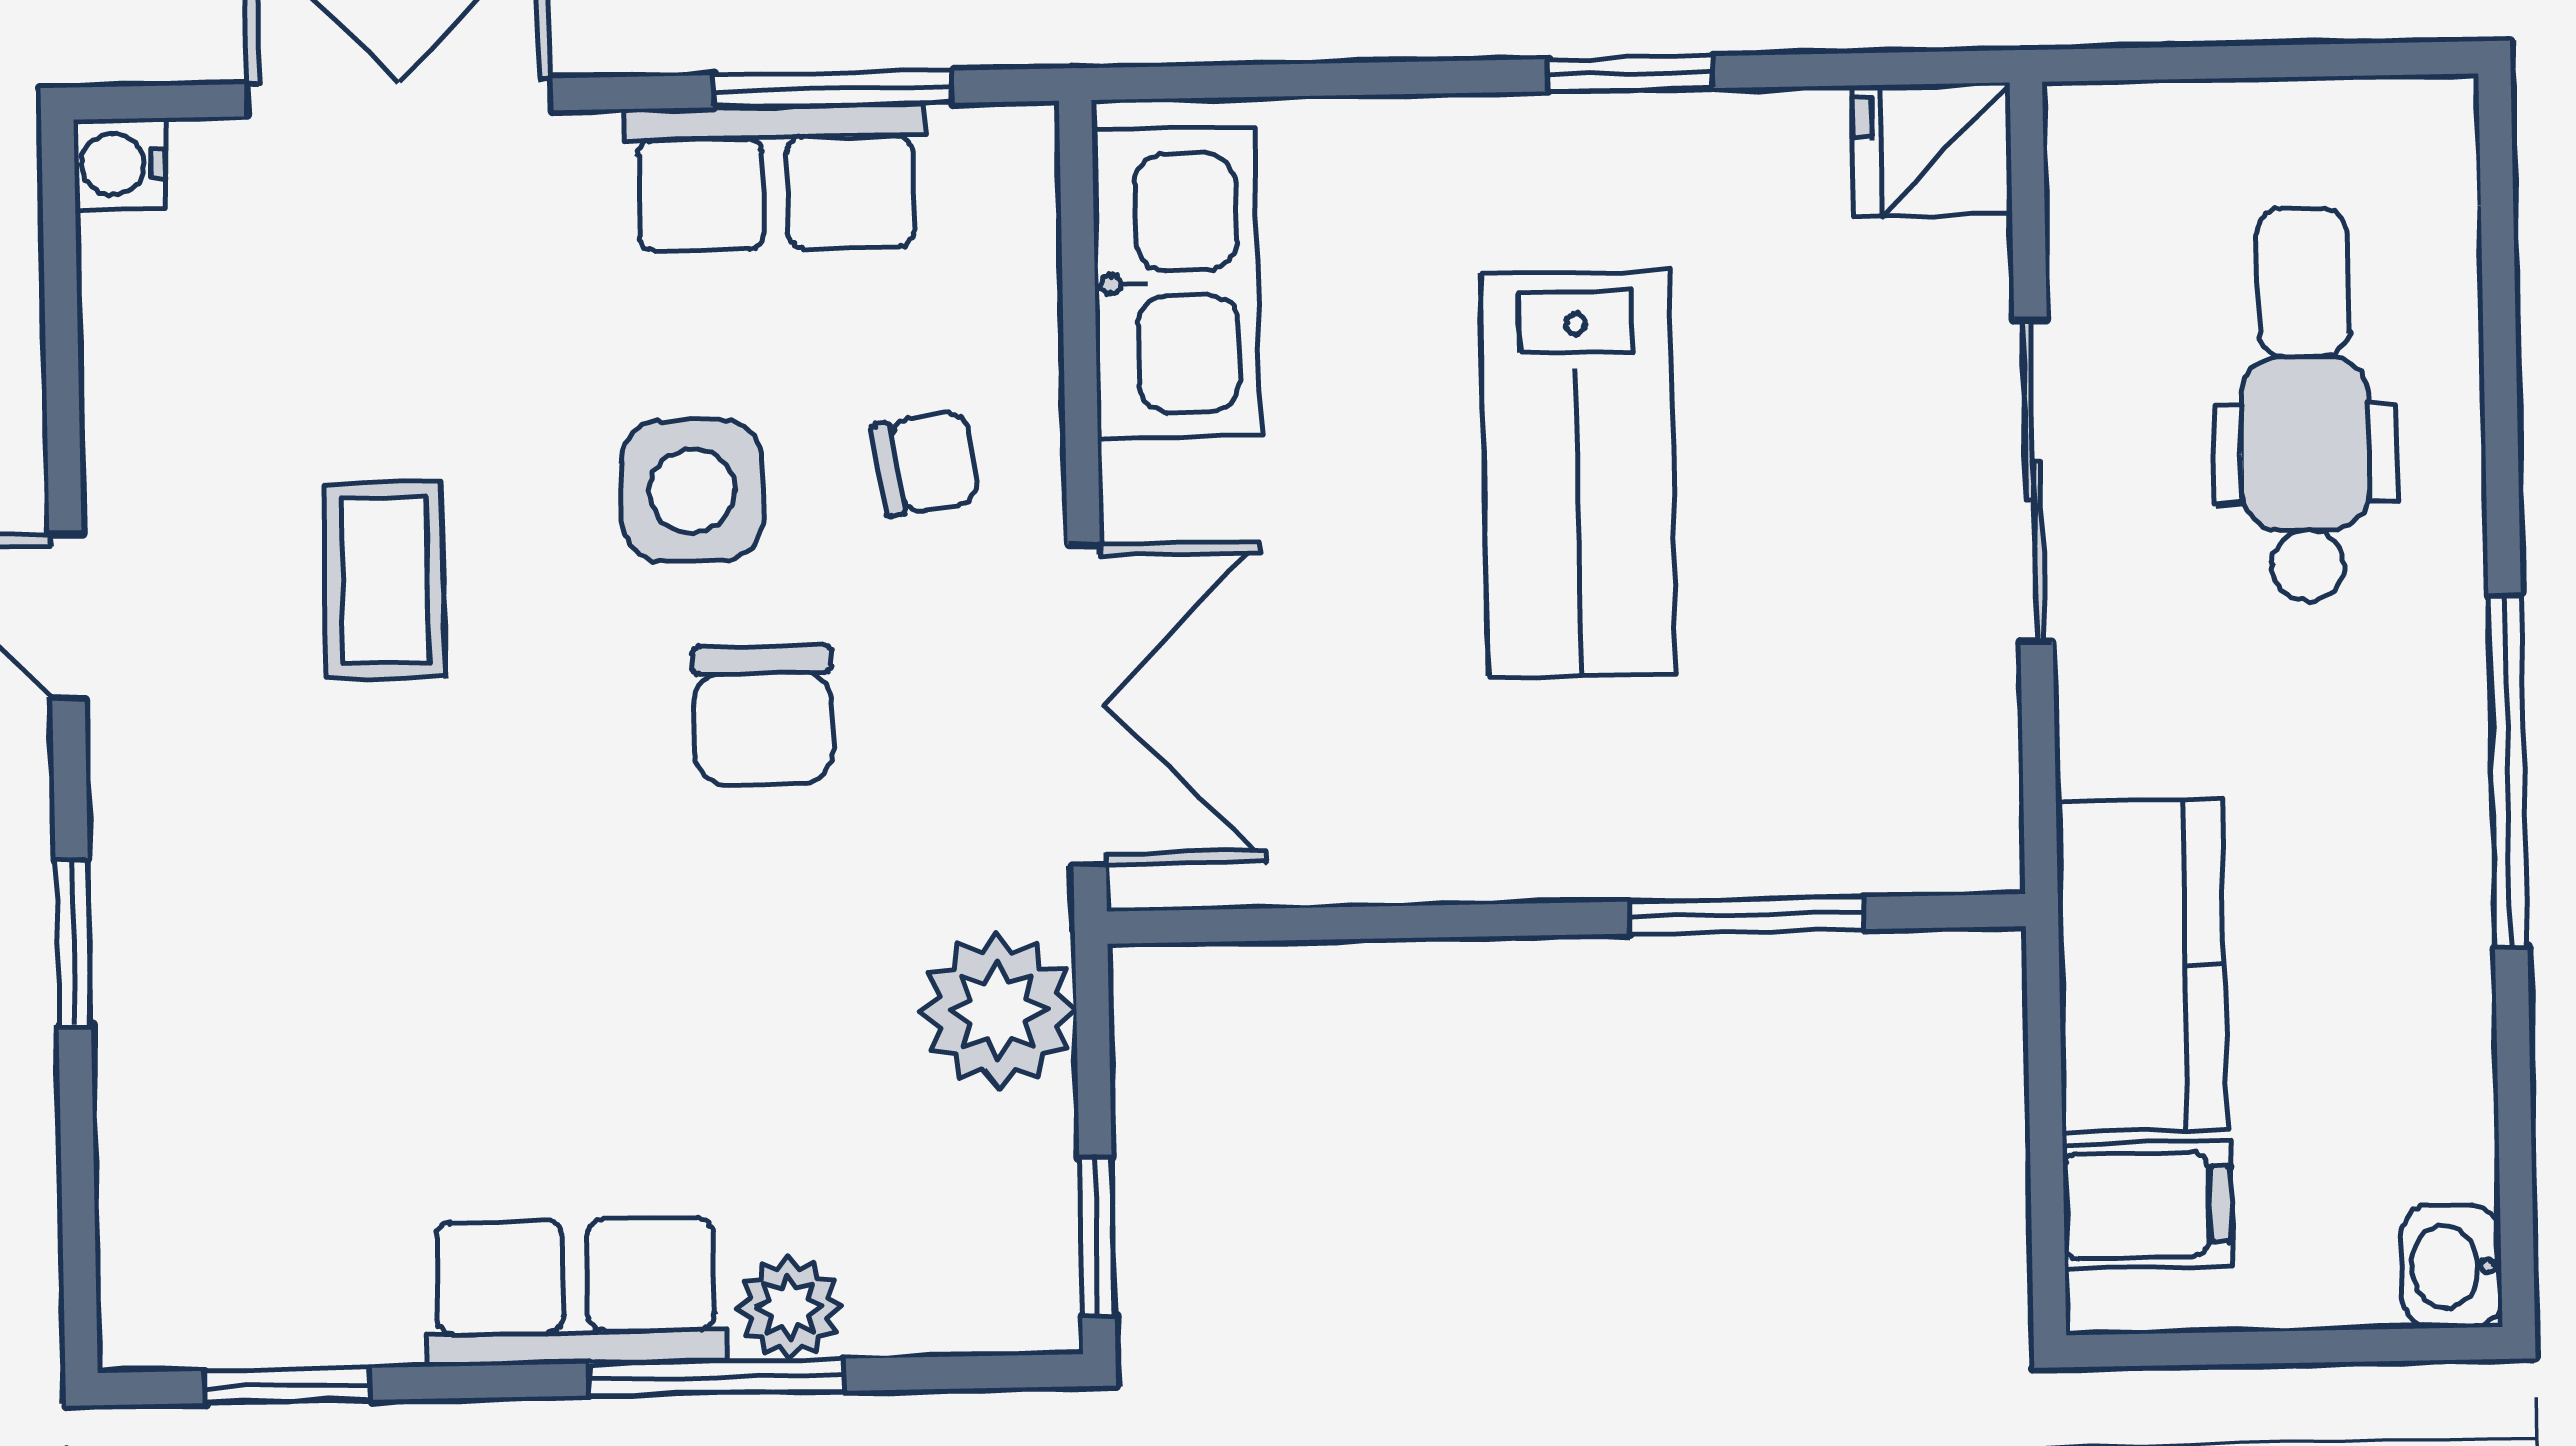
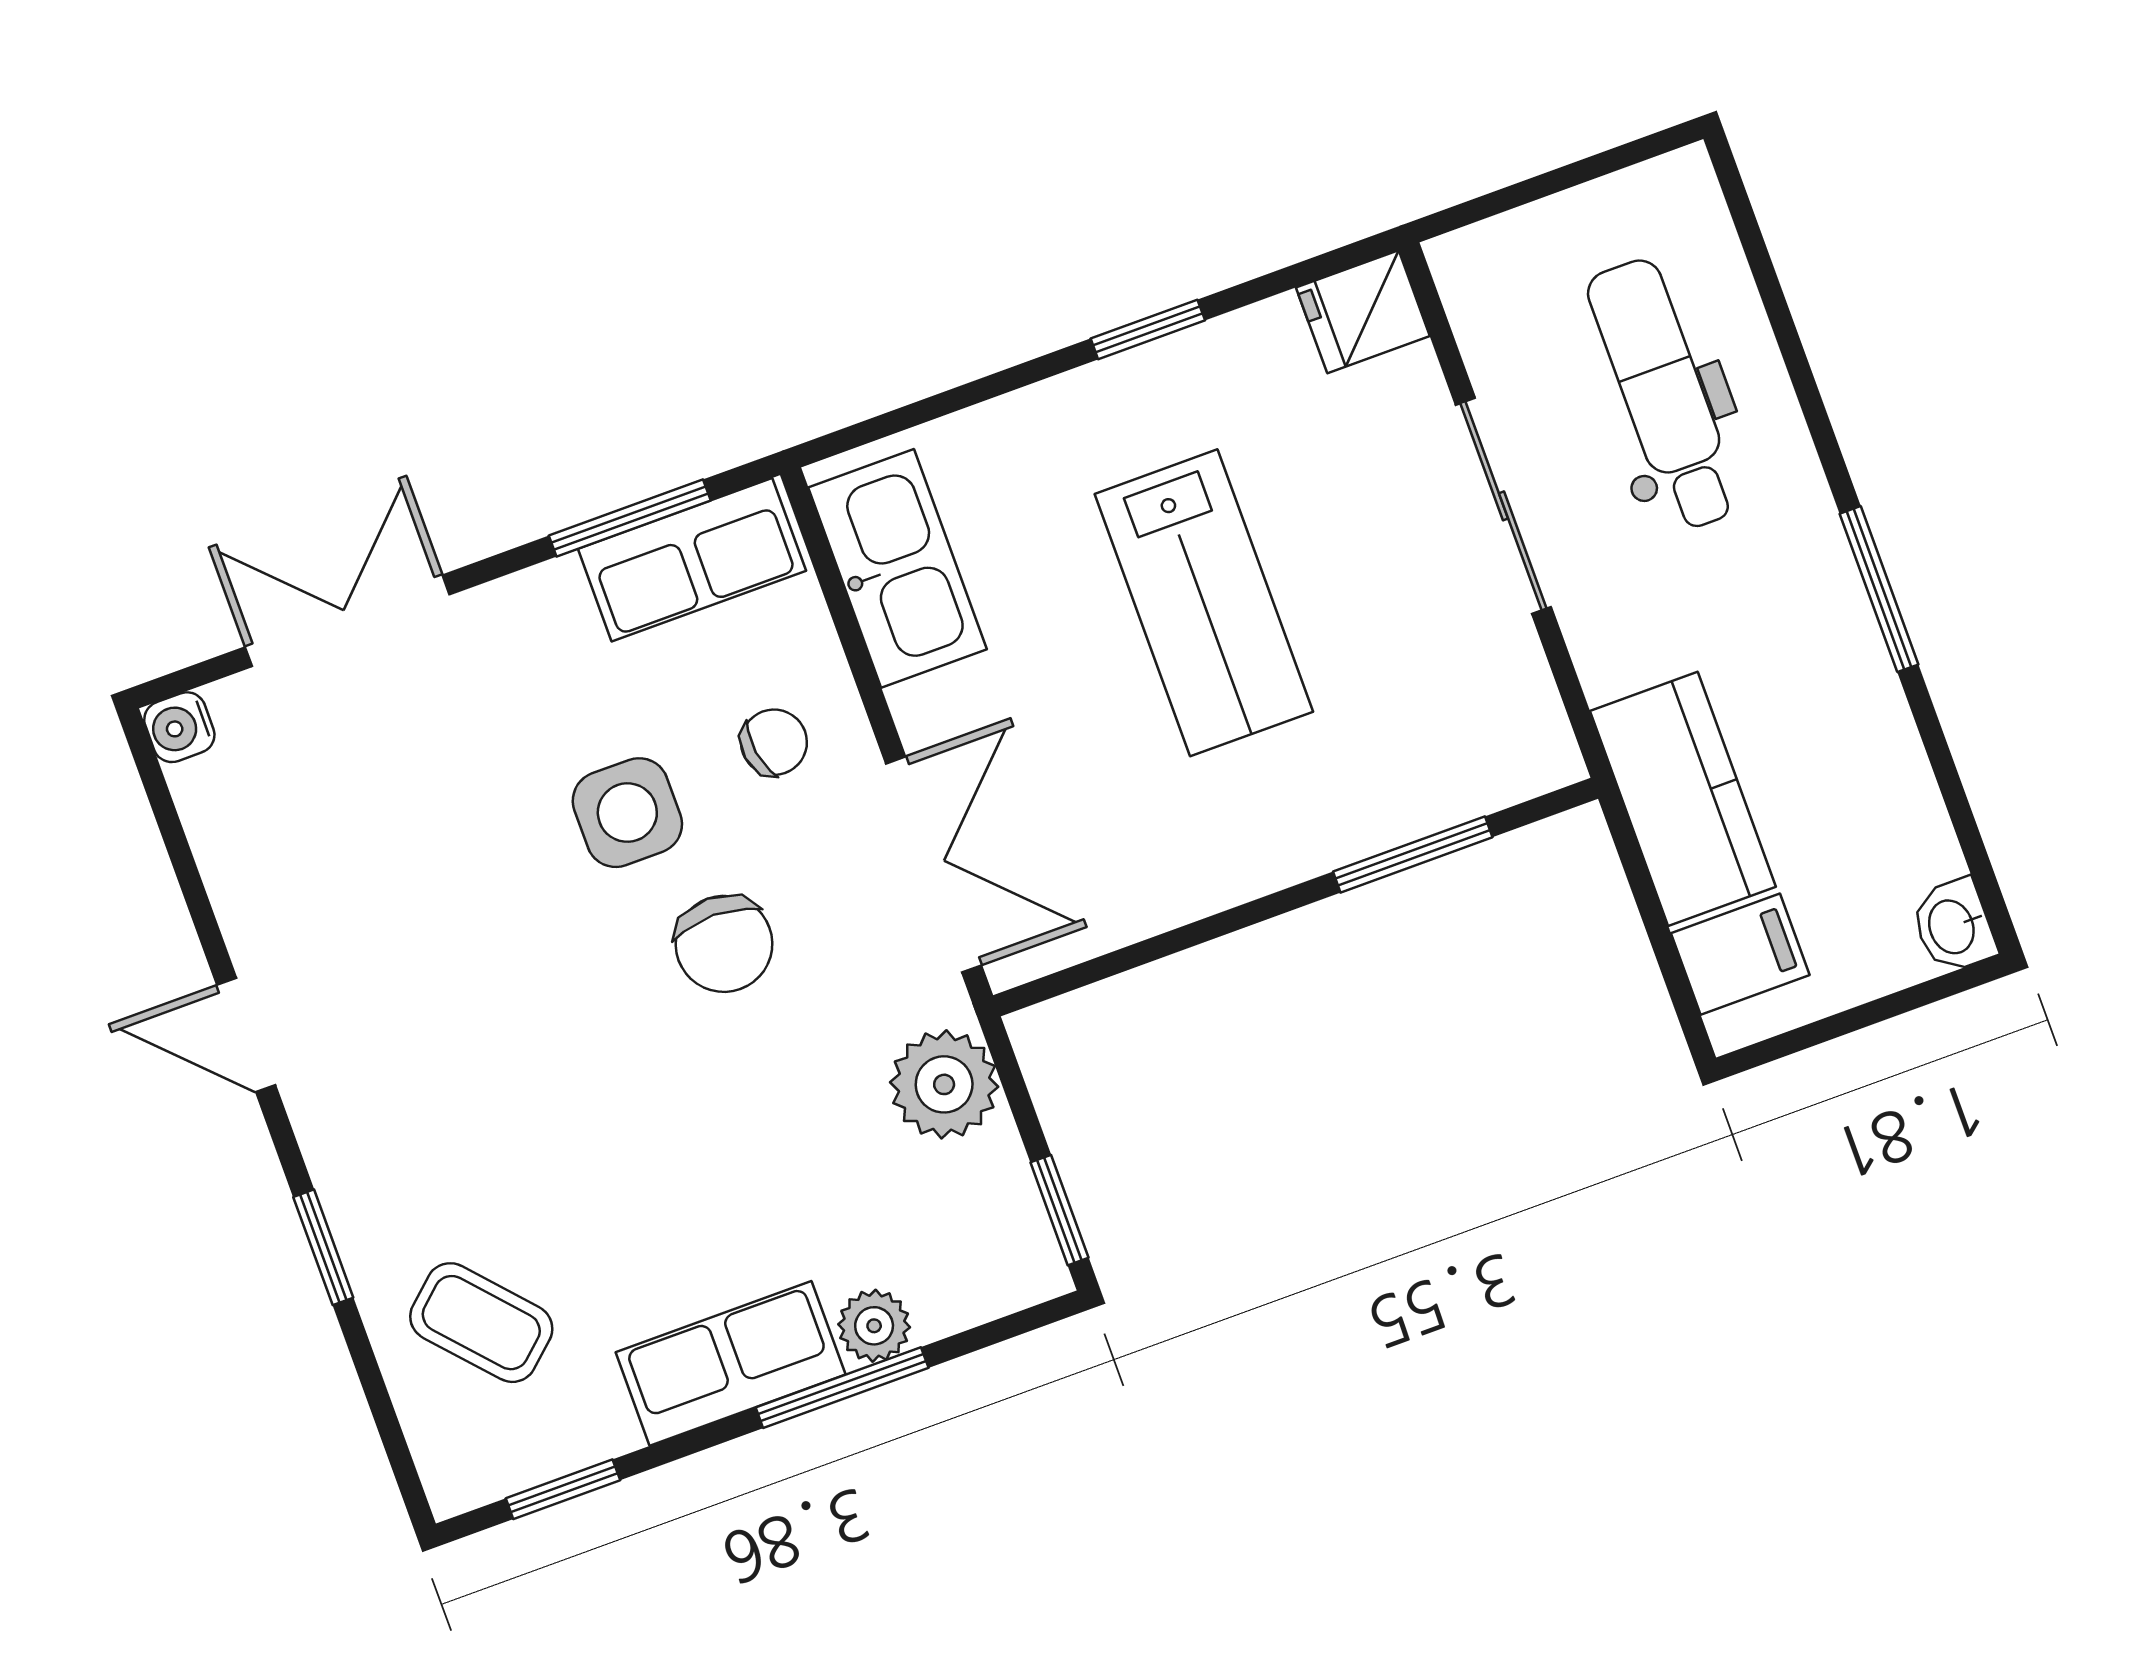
row of seats: (775, 178) -> (692, 560), moved
coffee table: (384, 580) -> (481, 1323), moved, turned -42
window: (2508, 771) -> (1879, 589), width x0.69

